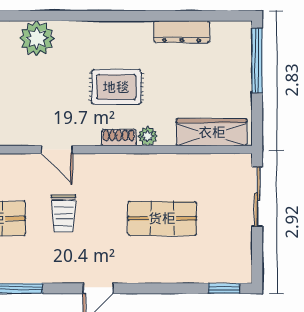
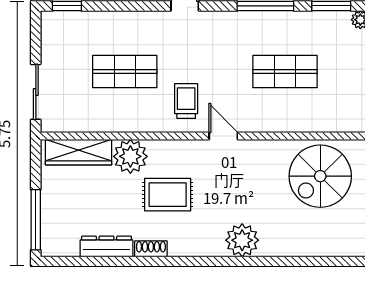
plant: (148, 136) -> (130, 156), width x1.88, depth x1.88
shoe rack: (119, 137) -> (151, 249), moved, turned 180
trolley: (63, 213) -> (186, 101), moved

